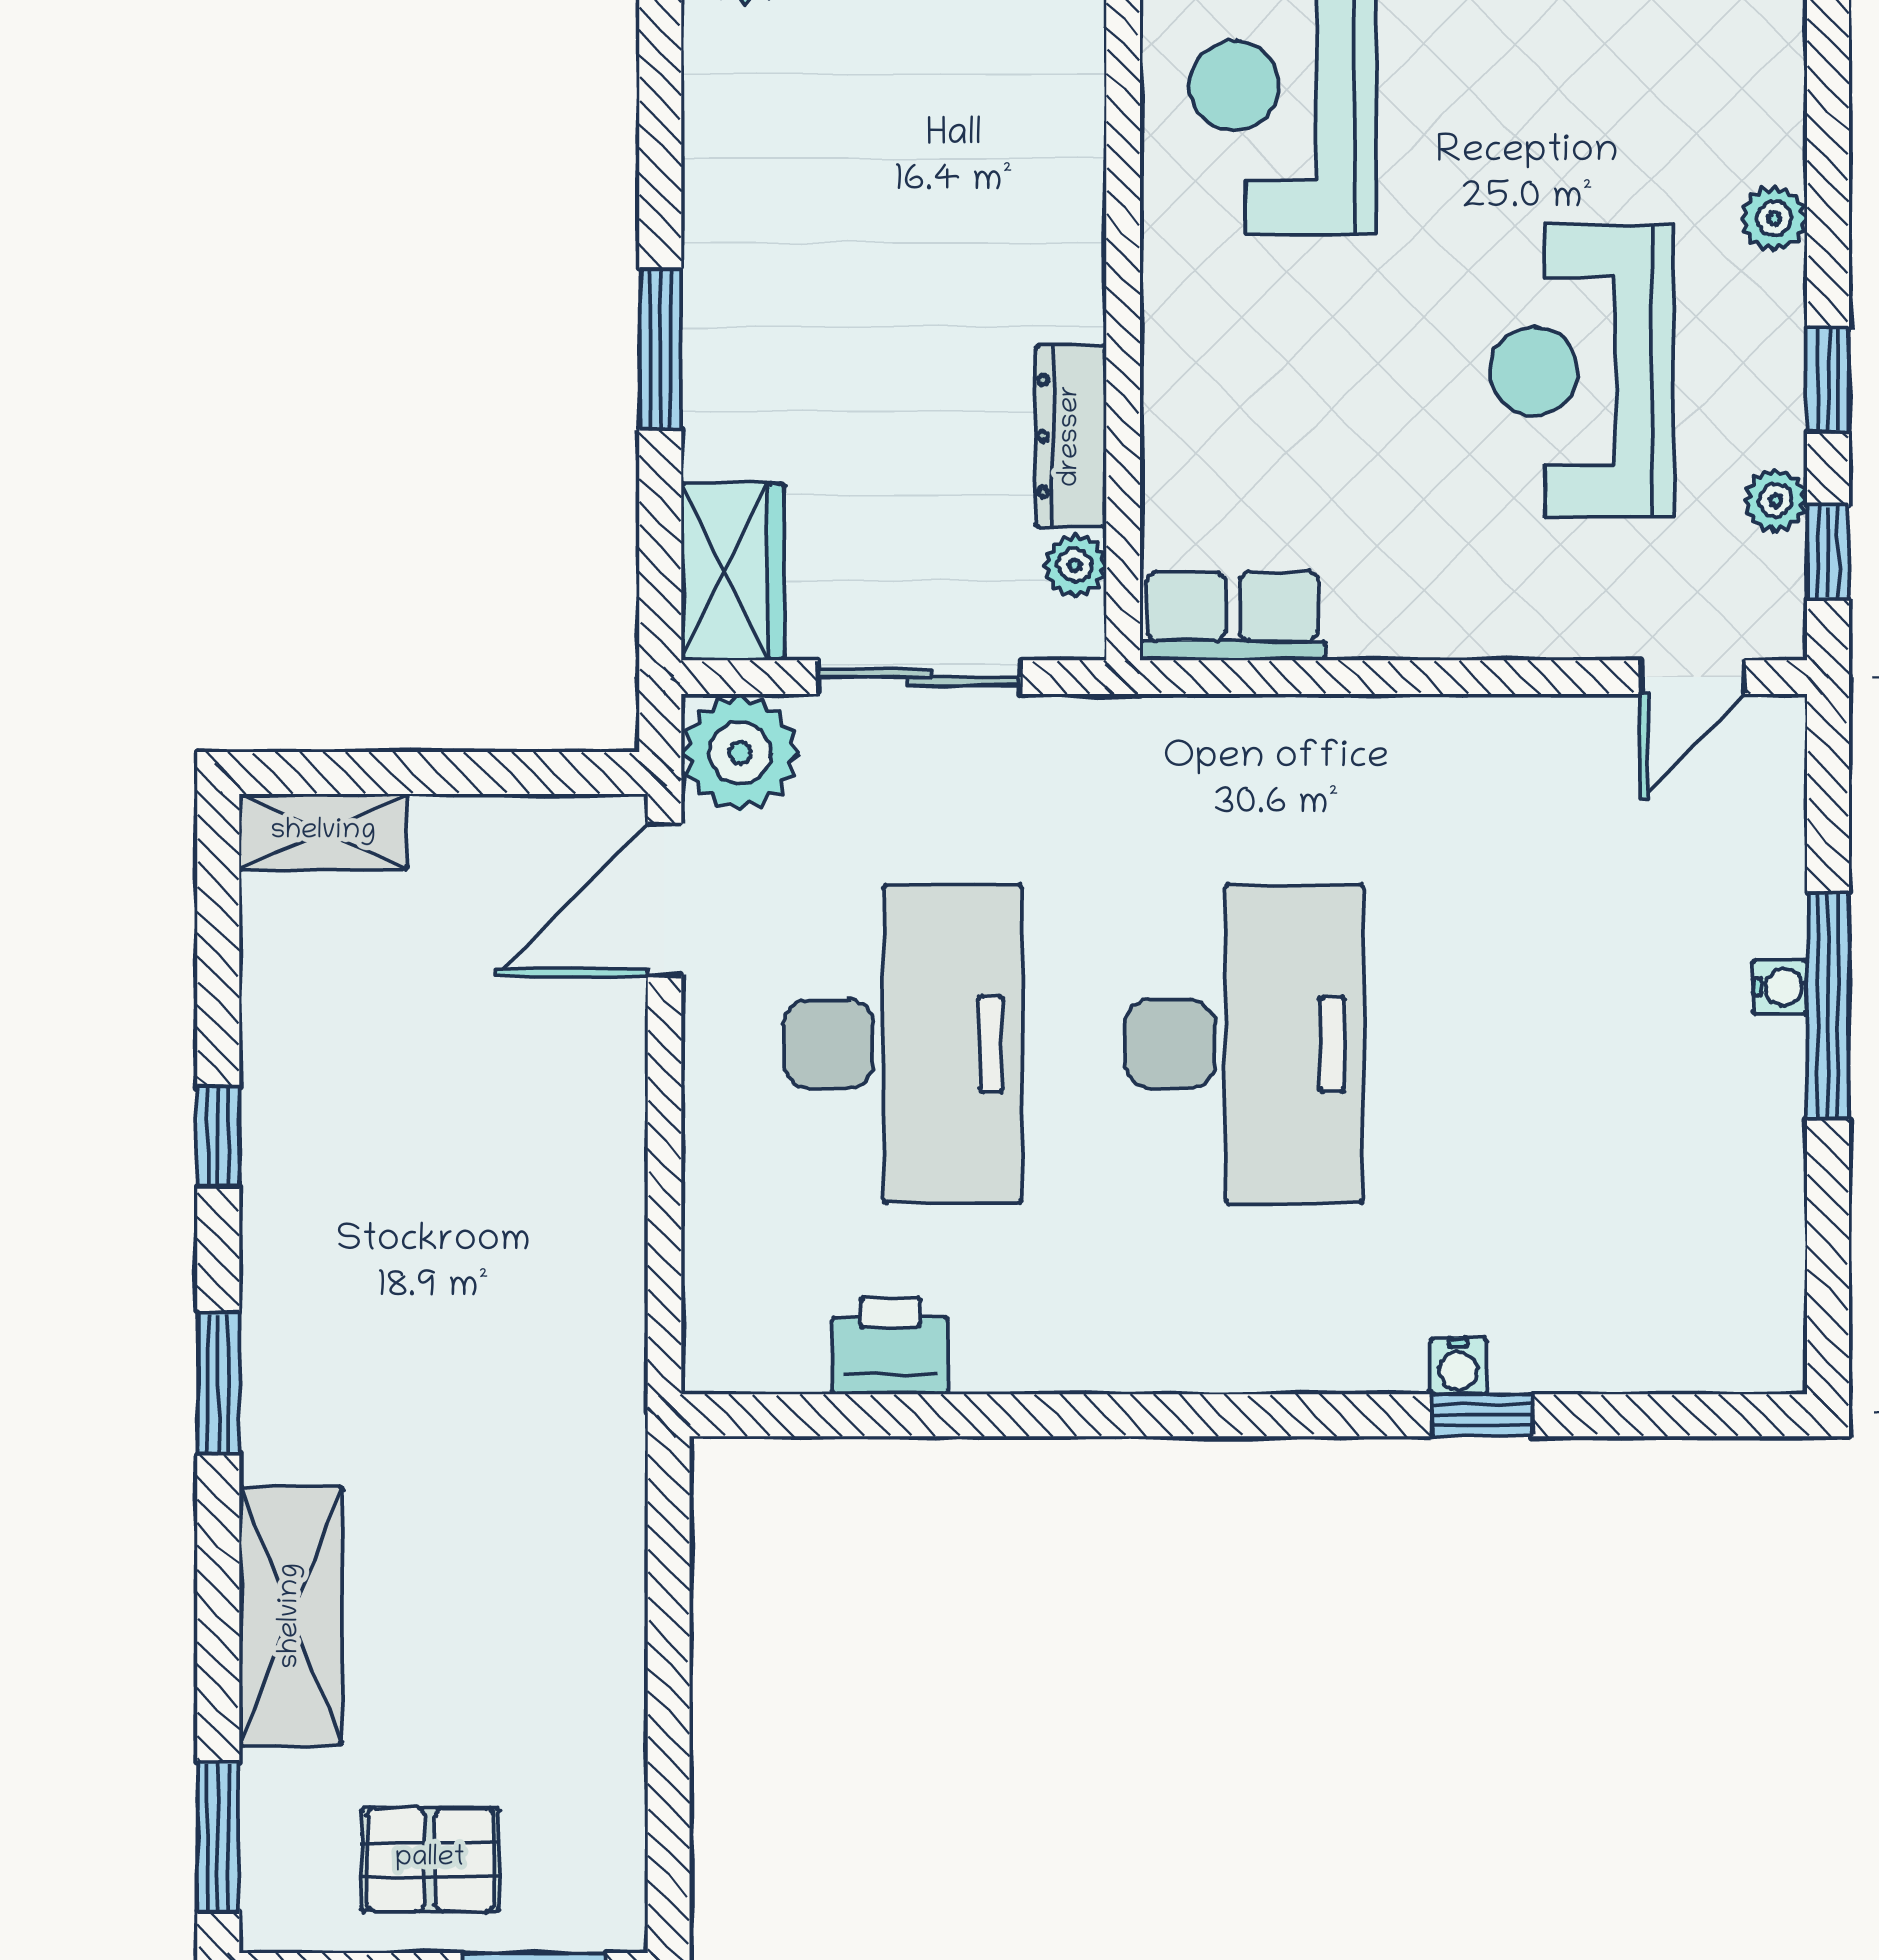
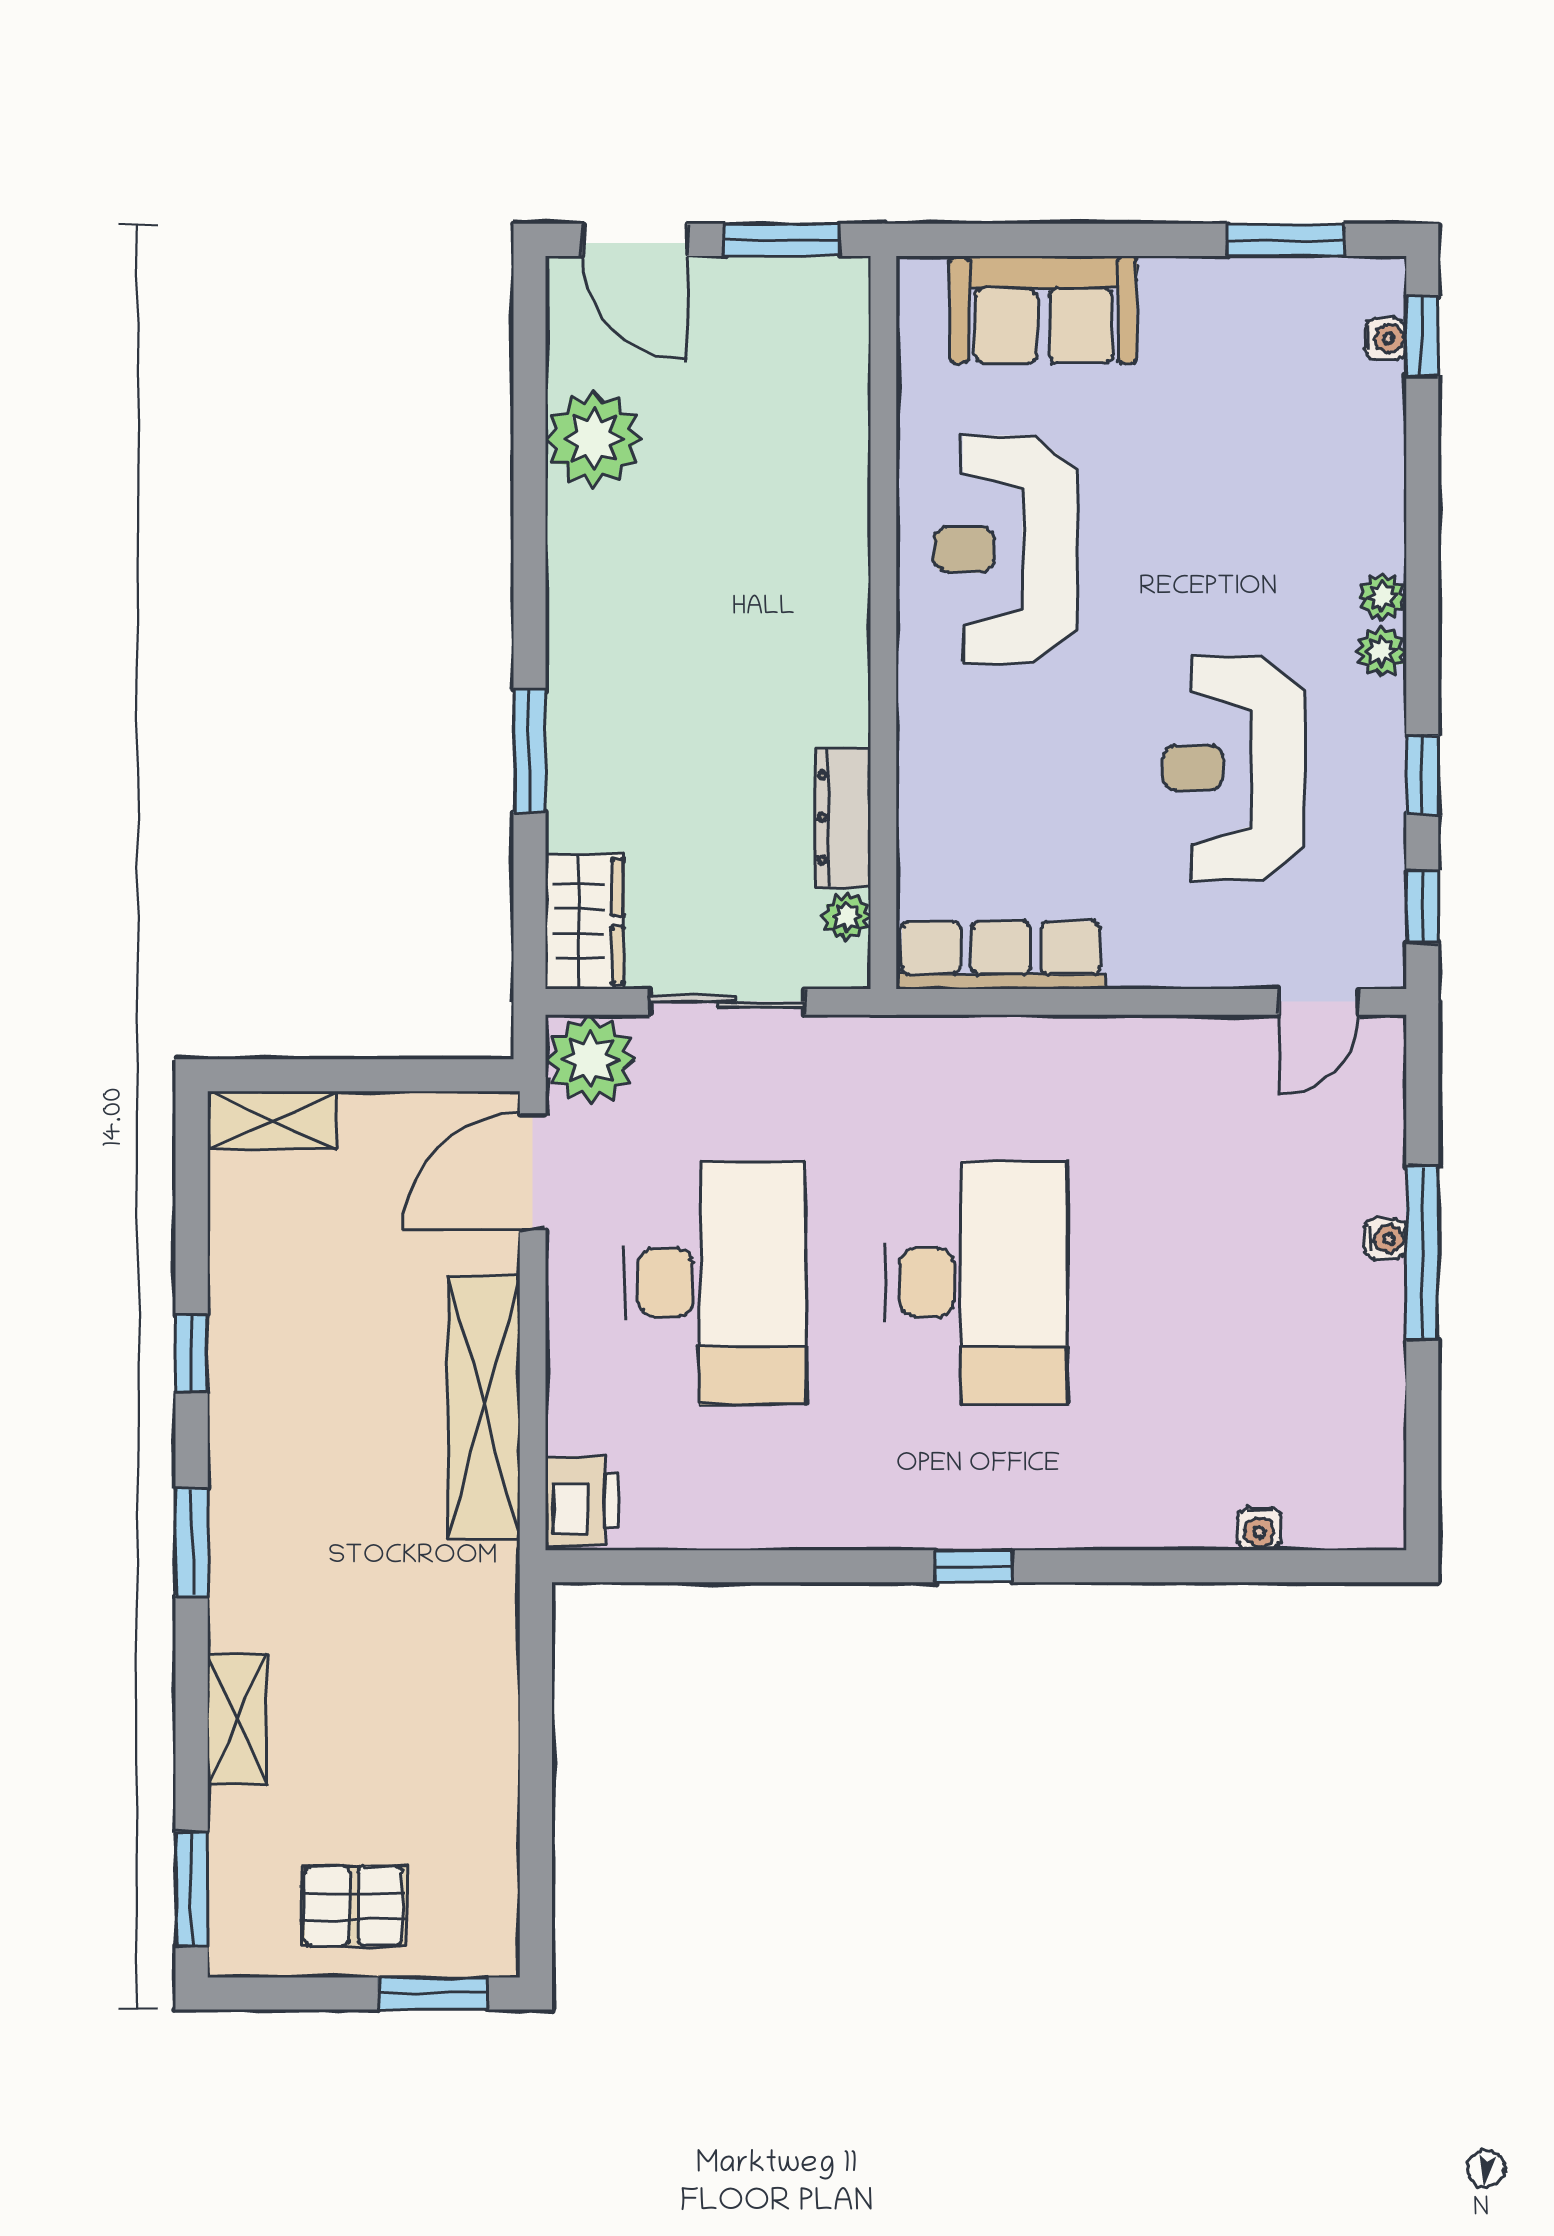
plant: (1776, 500) -> (1382, 597), moved
row of seats: (1233, 616) -> (1001, 955), width x1.48
shelving: (601, 1207) -> (484, 1407), added
printer: (890, 1346) -> (582, 1501), moved, turned 90
water cooler: (1458, 1366) -> (1259, 1529), moved
window: (1482, 1415) -> (974, 1566), moved
shelving: (291, 1616) -> (237, 1720), width x0.67, depth x0.75

